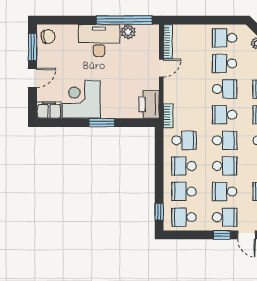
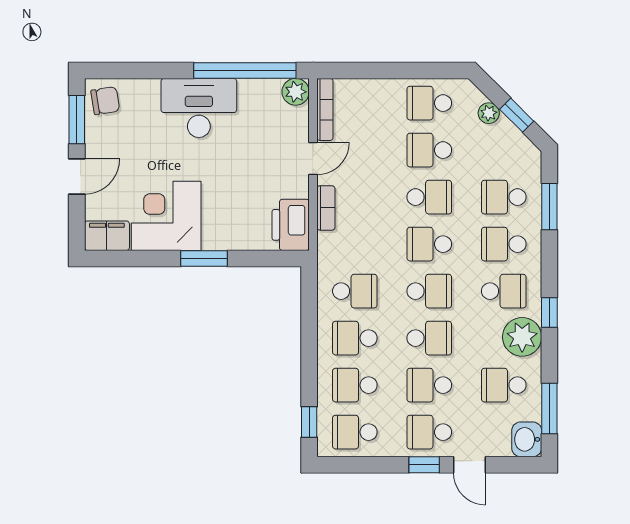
plant: (128, 32) -> (296, 92), moved
bookcase: (168, 116) -> (326, 208), moved
school desk: (225, 217) -> (429, 432), turned 180

